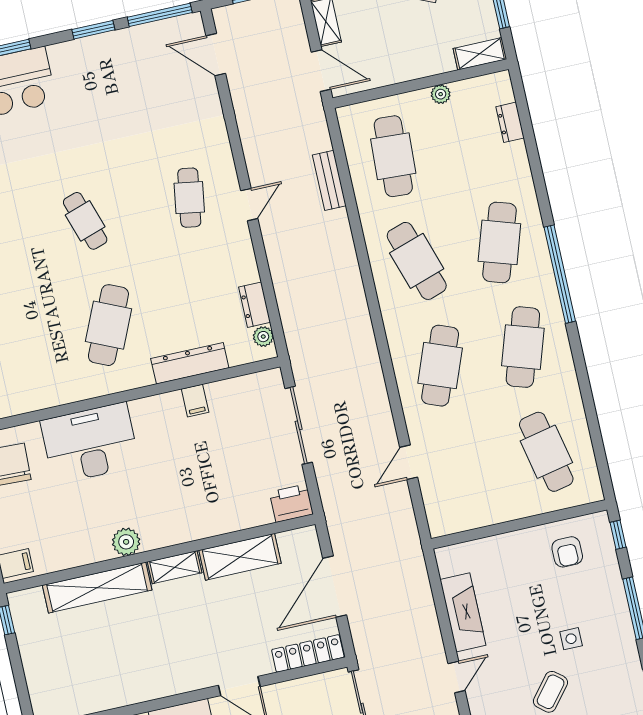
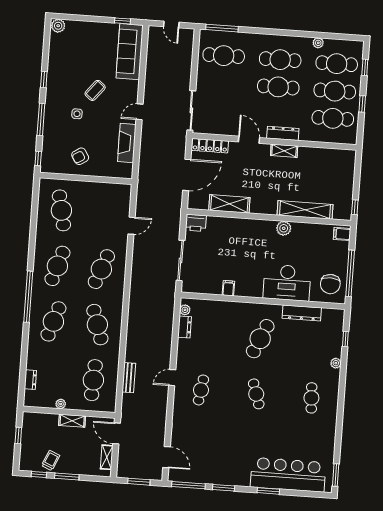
shelving: (480, 54) -> (72, 421), moved
dresser: (190, 363) -> (302, 313), moved
armchair: (567, 552) -> (80, 156), moved, turned -123
shelving: (175, 567) -> (284, 151), moved

